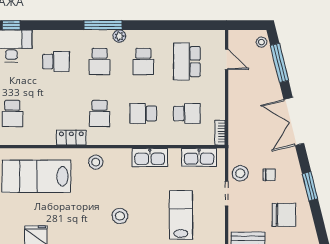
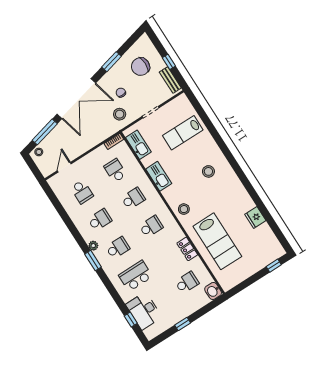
window: (103, 25) -> (93, 261), width x0.69
school desk: (56, 62) -> (136, 276), width x1.85
school desk: (187, 62) -> (82, 192), width x0.54
school desk: (143, 113) -> (133, 199), turned -90
double door: (294, 121) -> (76, 99), width x1.36
locker: (71, 138) -> (187, 249), moved
stool: (240, 173) -> (120, 114), moved
chair: (284, 215) -> (141, 67), turned -90

